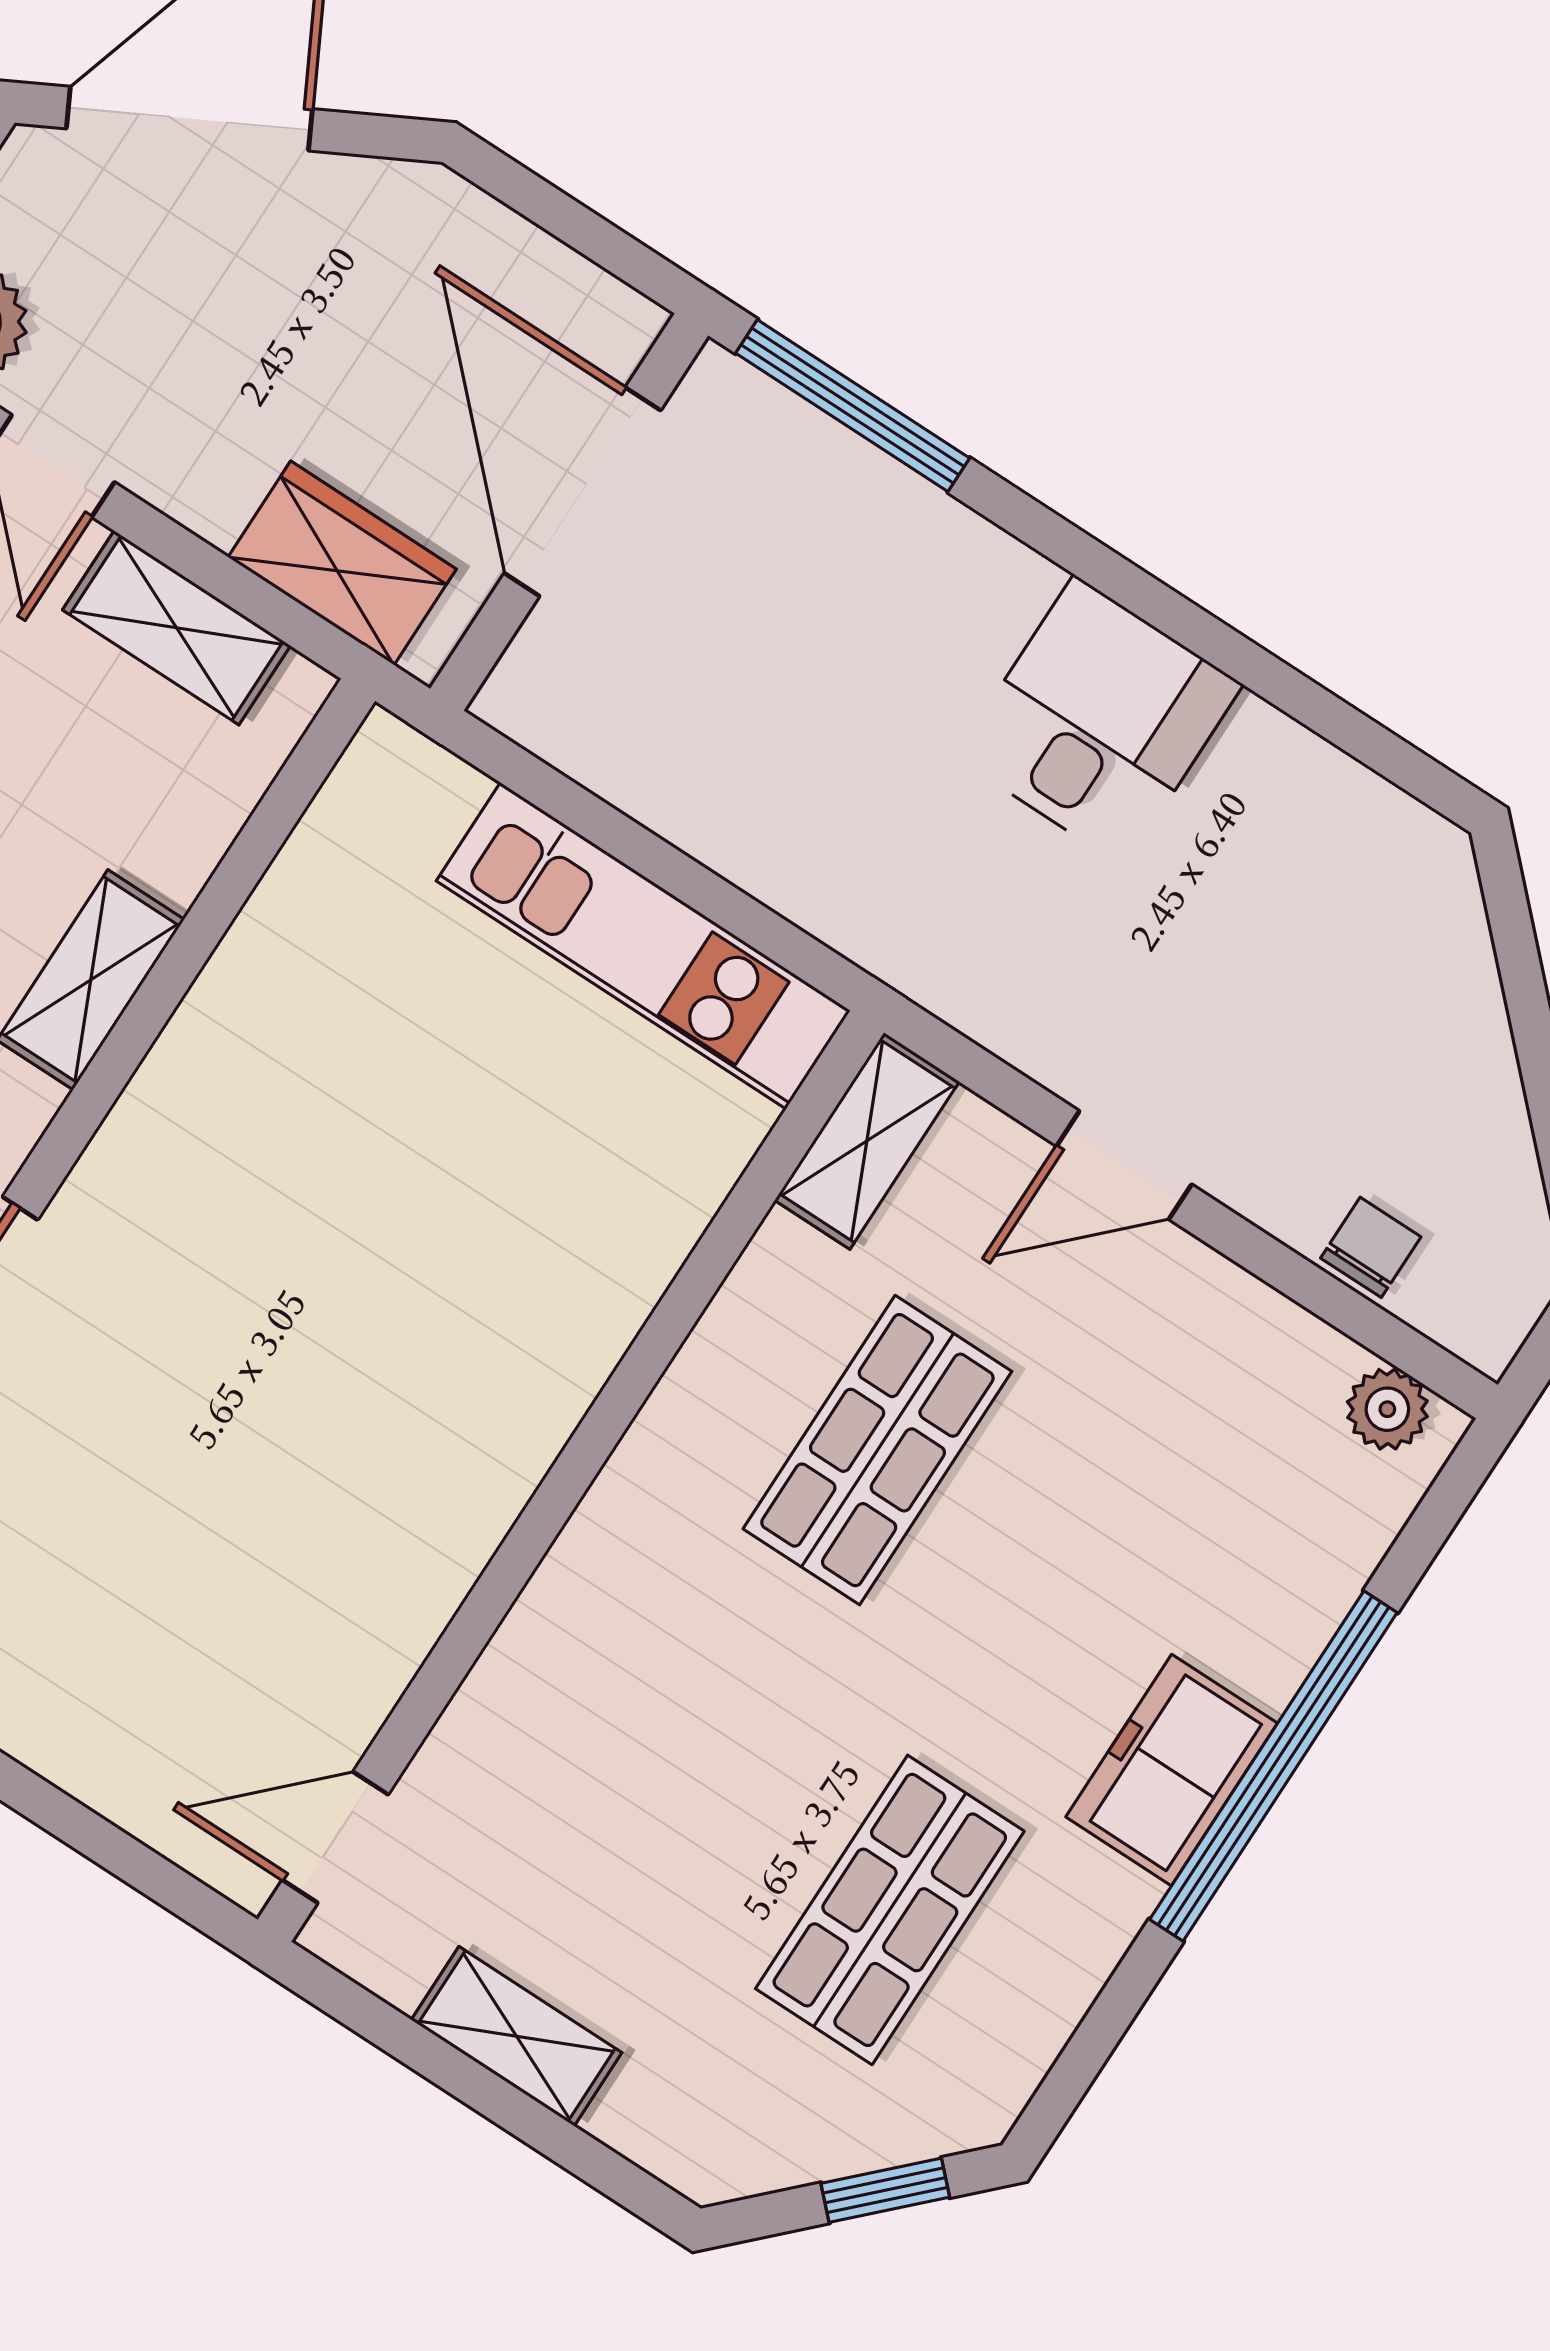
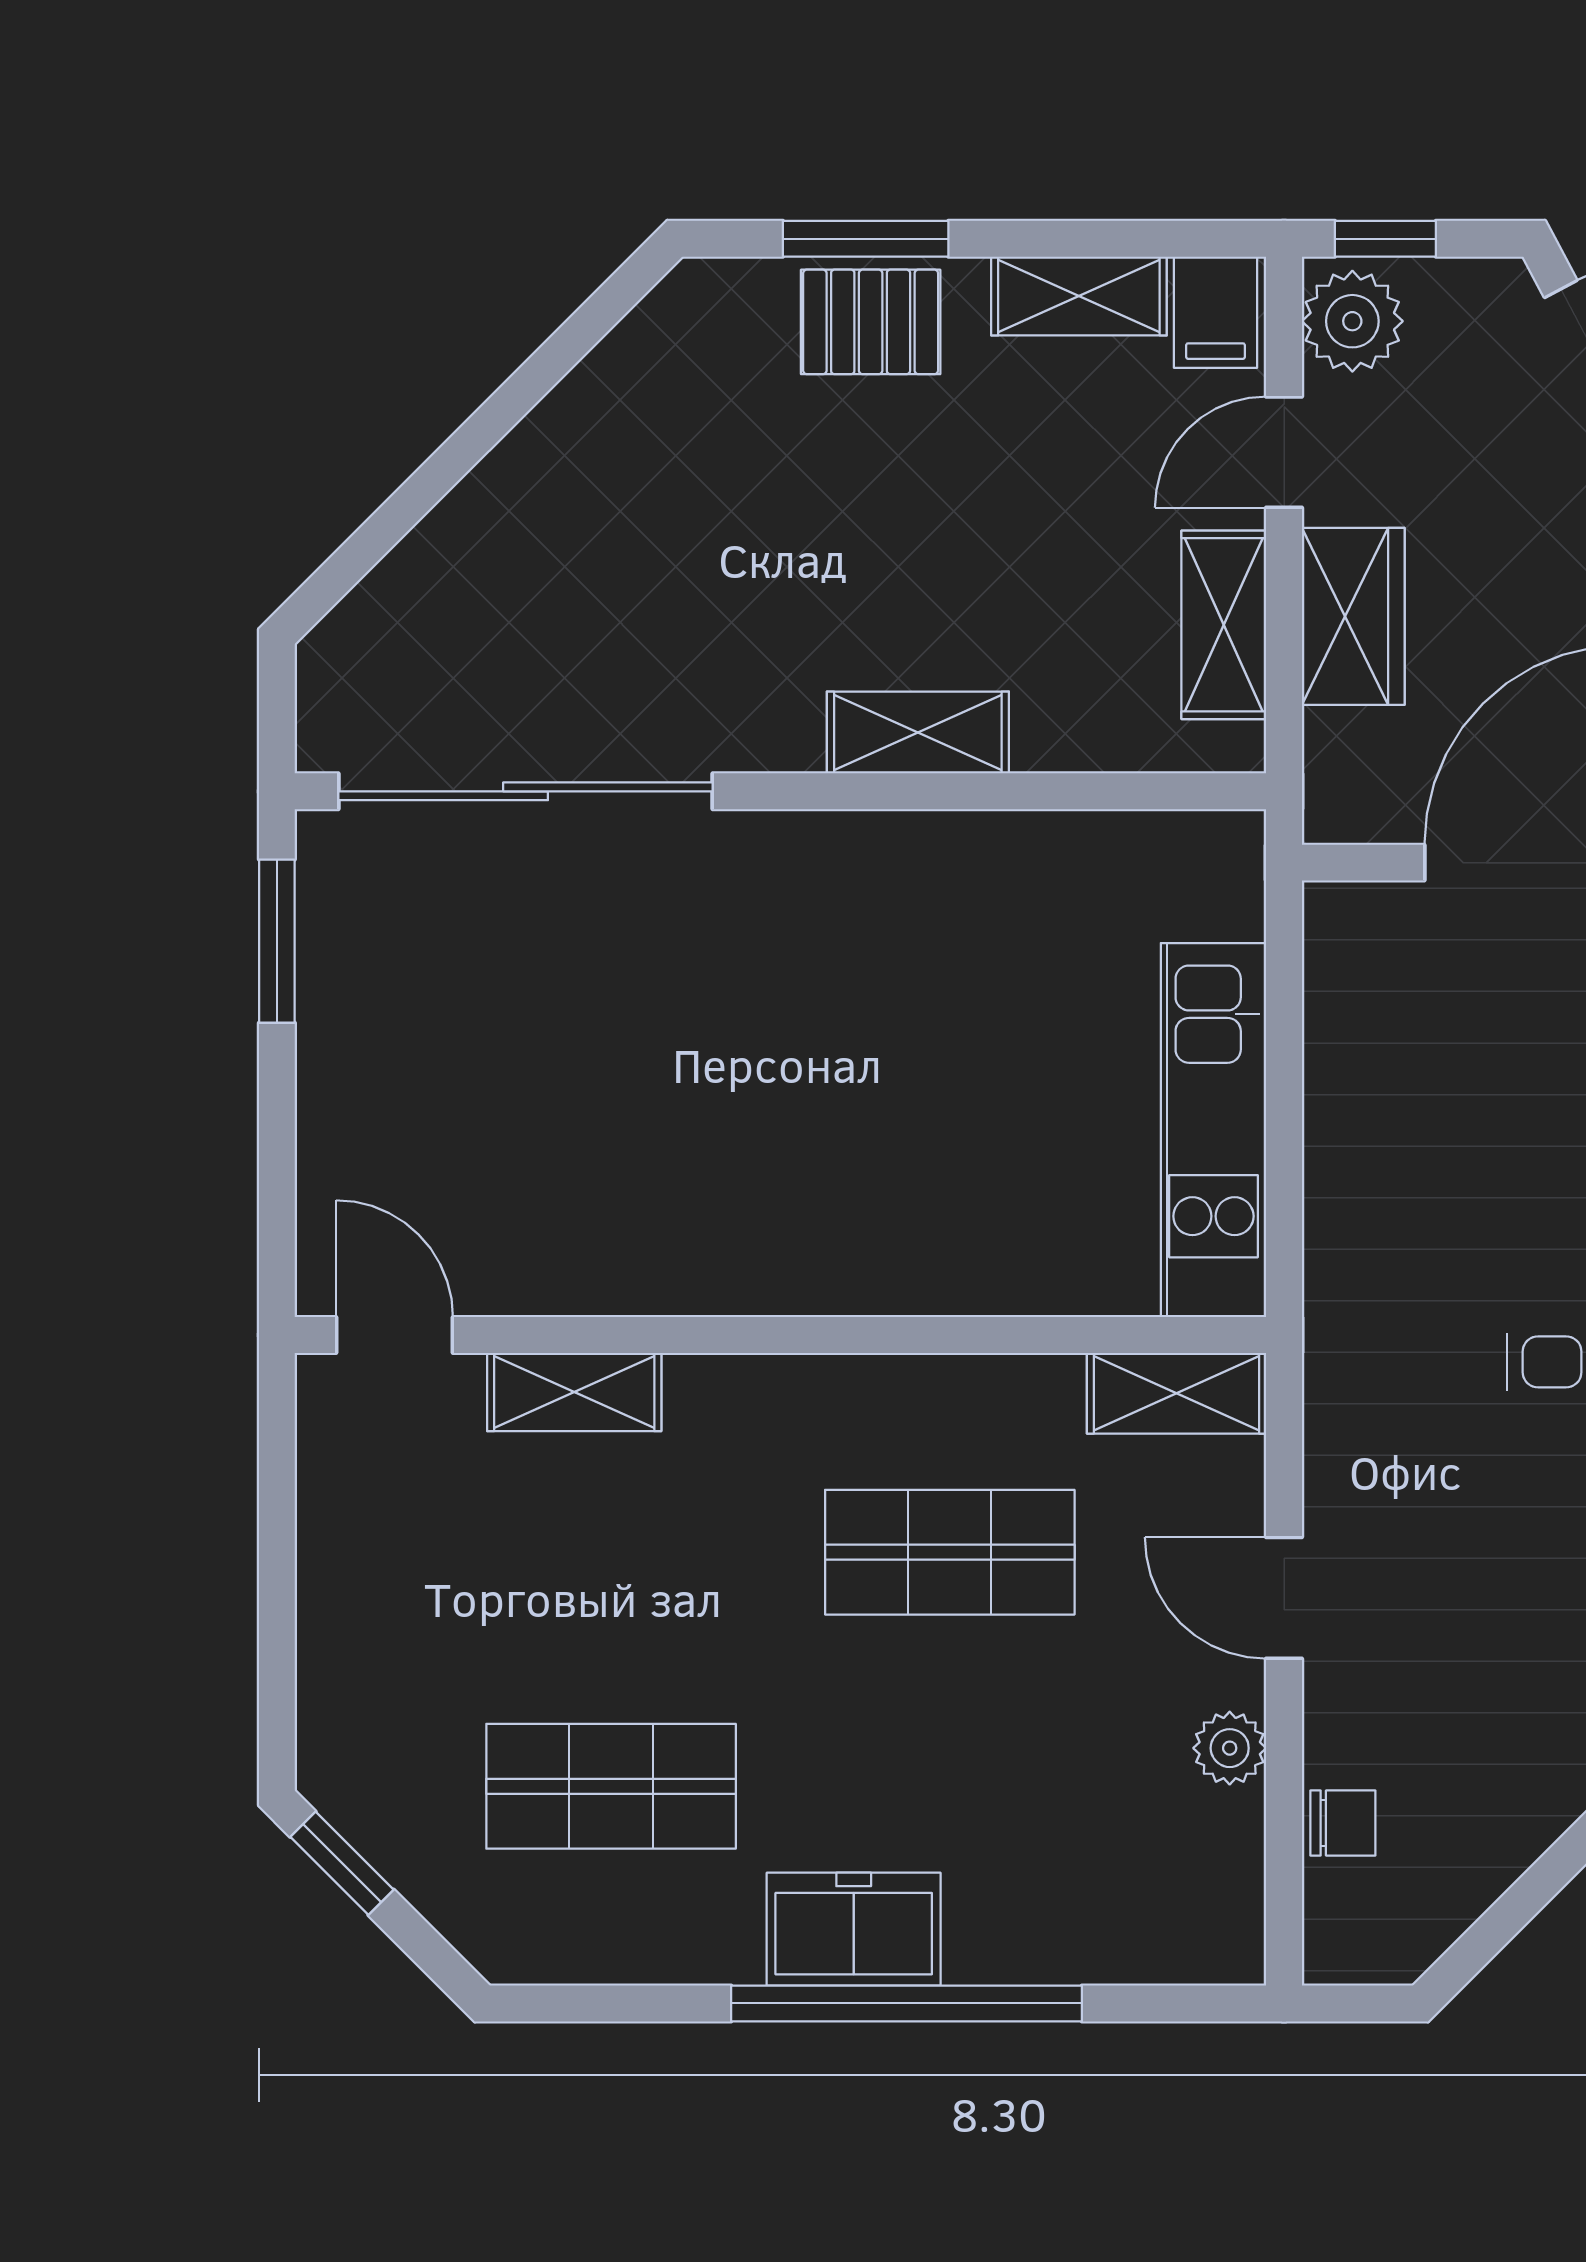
wardrobe: (342, 563) -> (1353, 616), moved
plant: (1387, 1409) -> (1230, 1748), moved
shelving: (516, 2036) -> (574, 1392), moved, turned 90
window: (885, 2190) -> (342, 1863), moved

